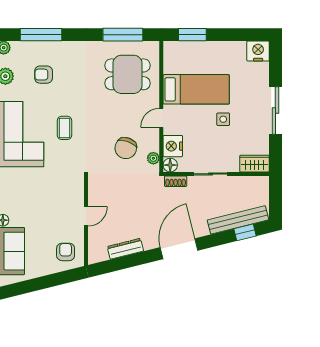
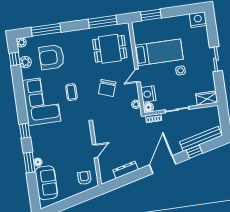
armchair: (44, 75) -> (52, 57), width x1.88, depth x1.88
sliding door: (275, 110) -> (216, 59), width x0.73
chair: (126, 148) -> (107, 88), moved
window: (245, 232) -> (194, 152), moved

